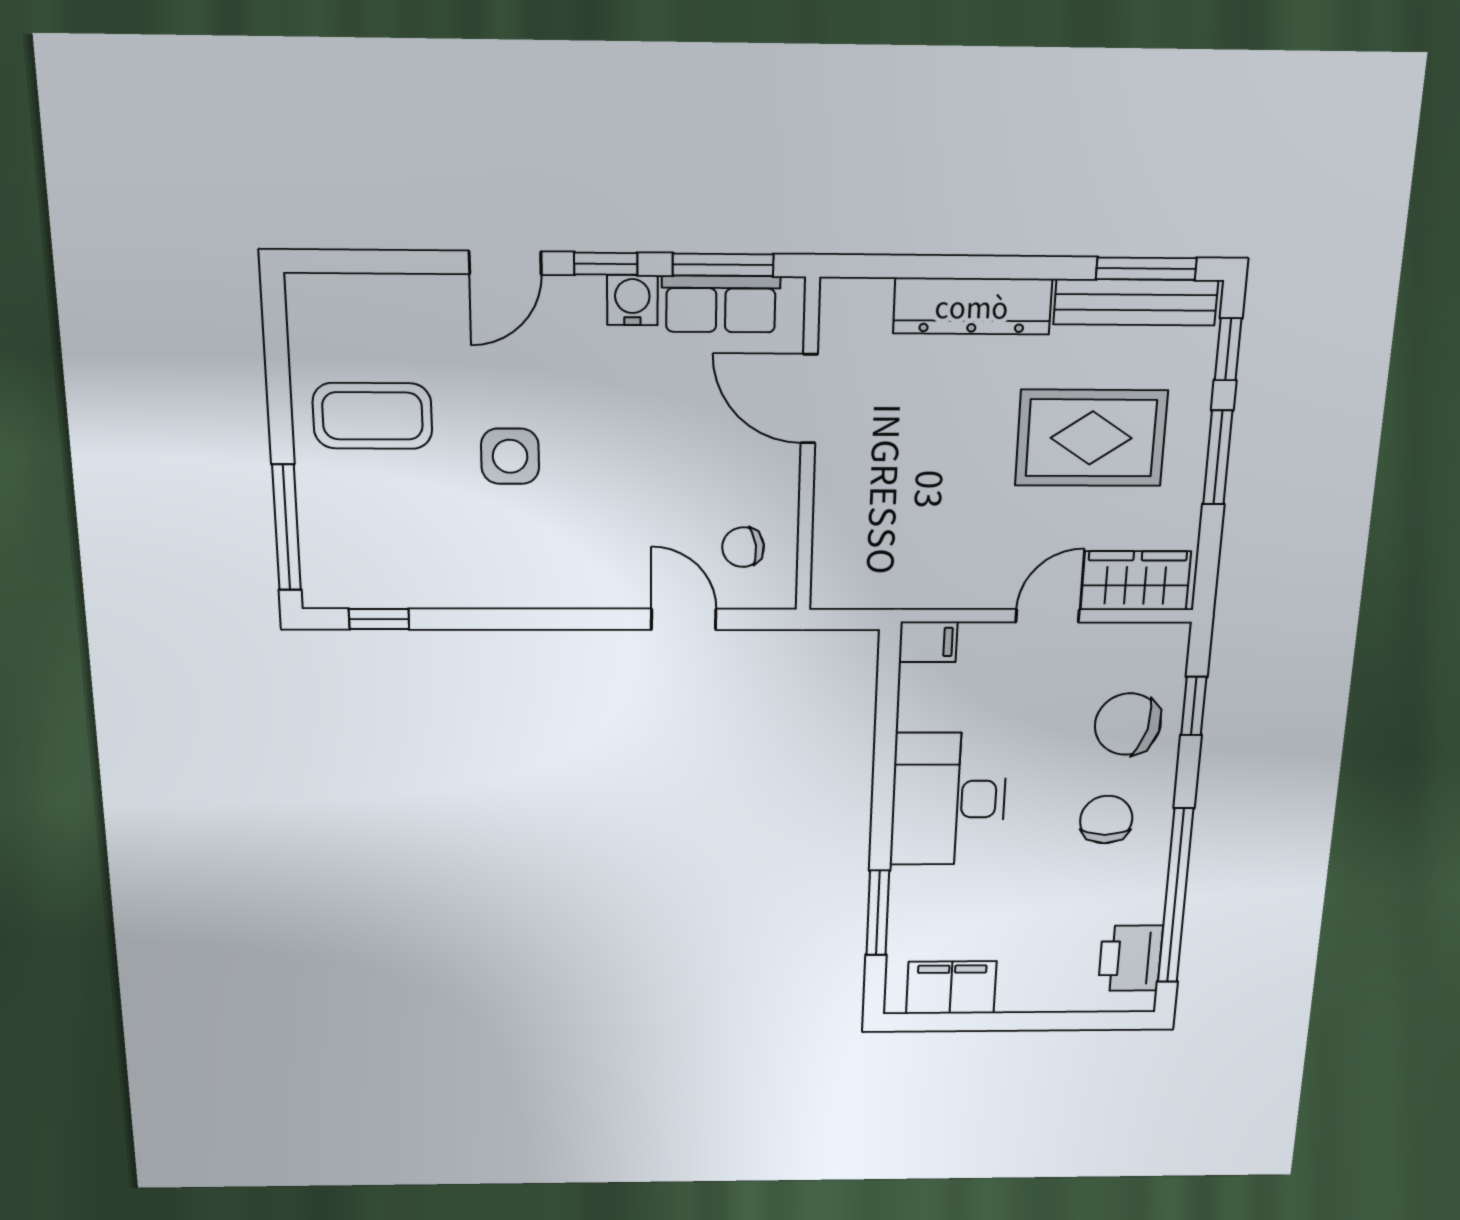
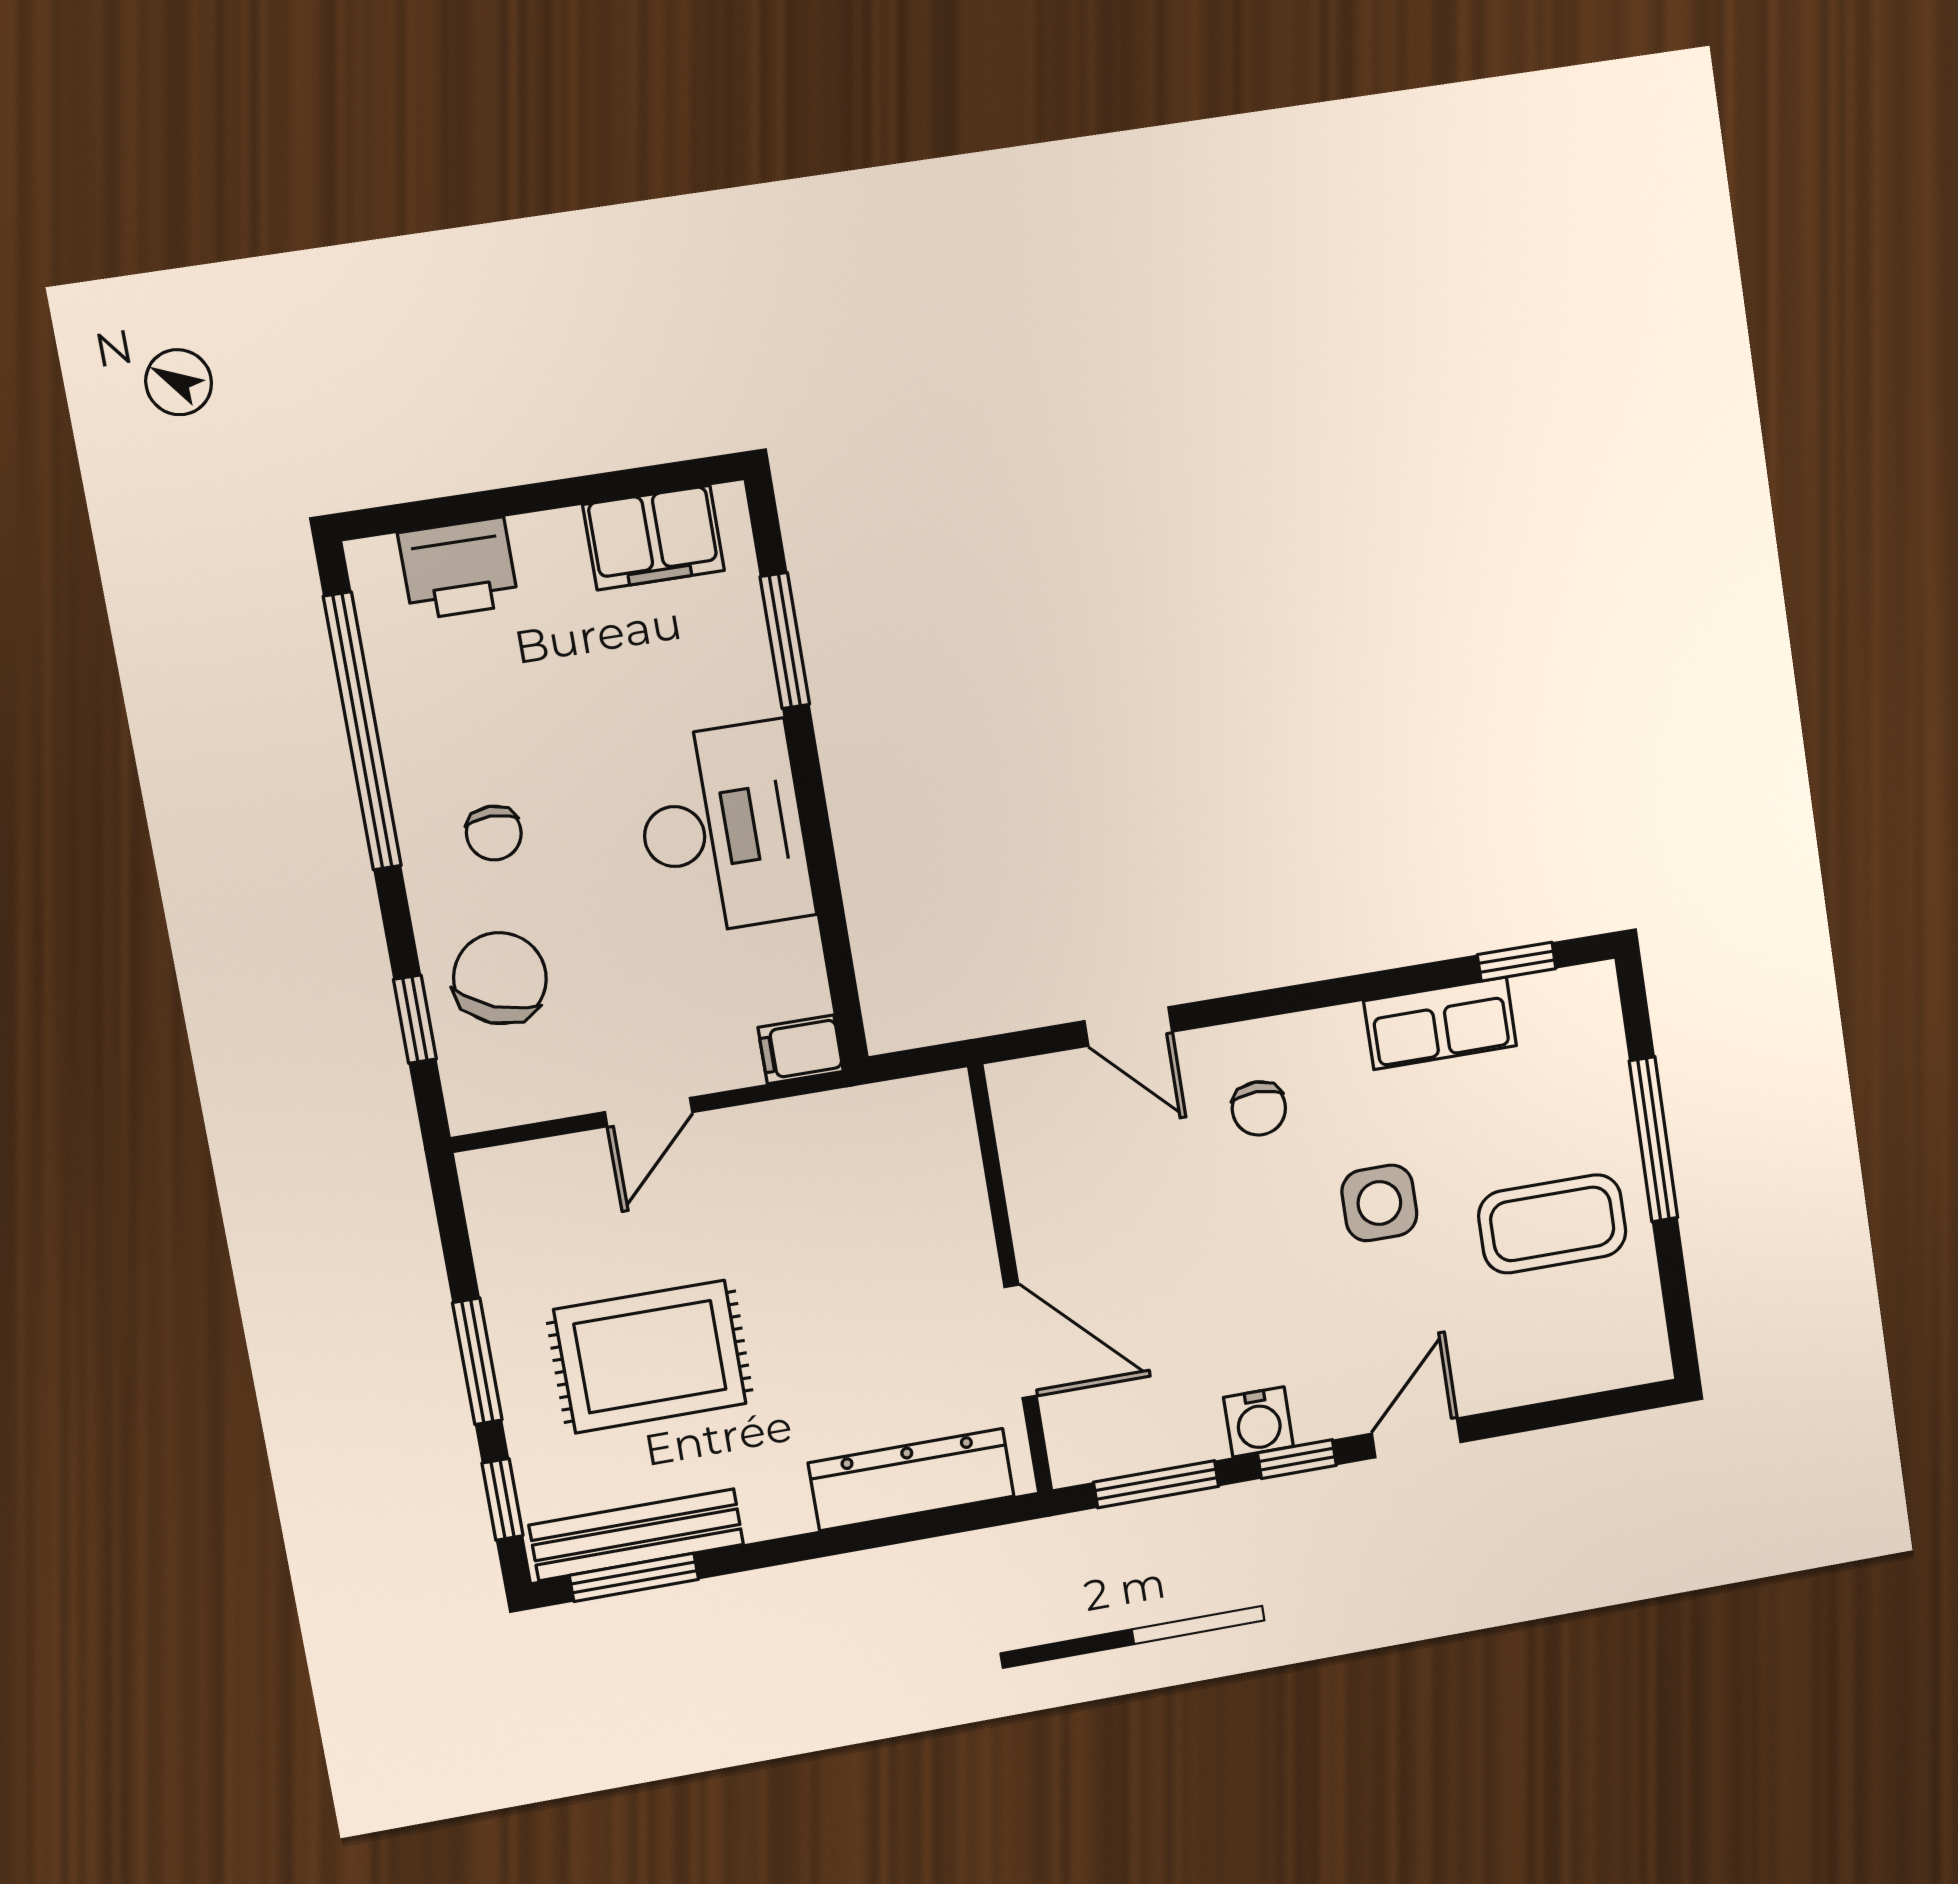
row of seats: (721, 304) -> (1440, 1023), moved, turned 180
dresser: (972, 306) -> (911, 1480), moved
window: (286, 528) -> (1653, 1139), moved
chair: (743, 547) -> (1259, 1108), moved, turned 98
wardrobe: (1136, 581) -> (542, 1180), removed
chair: (1128, 724) -> (500, 978), turned -83
chair: (1106, 820) -> (494, 833), width x0.73, depth x0.73
printer: (1130, 958) -> (458, 569), moved, turned 90

